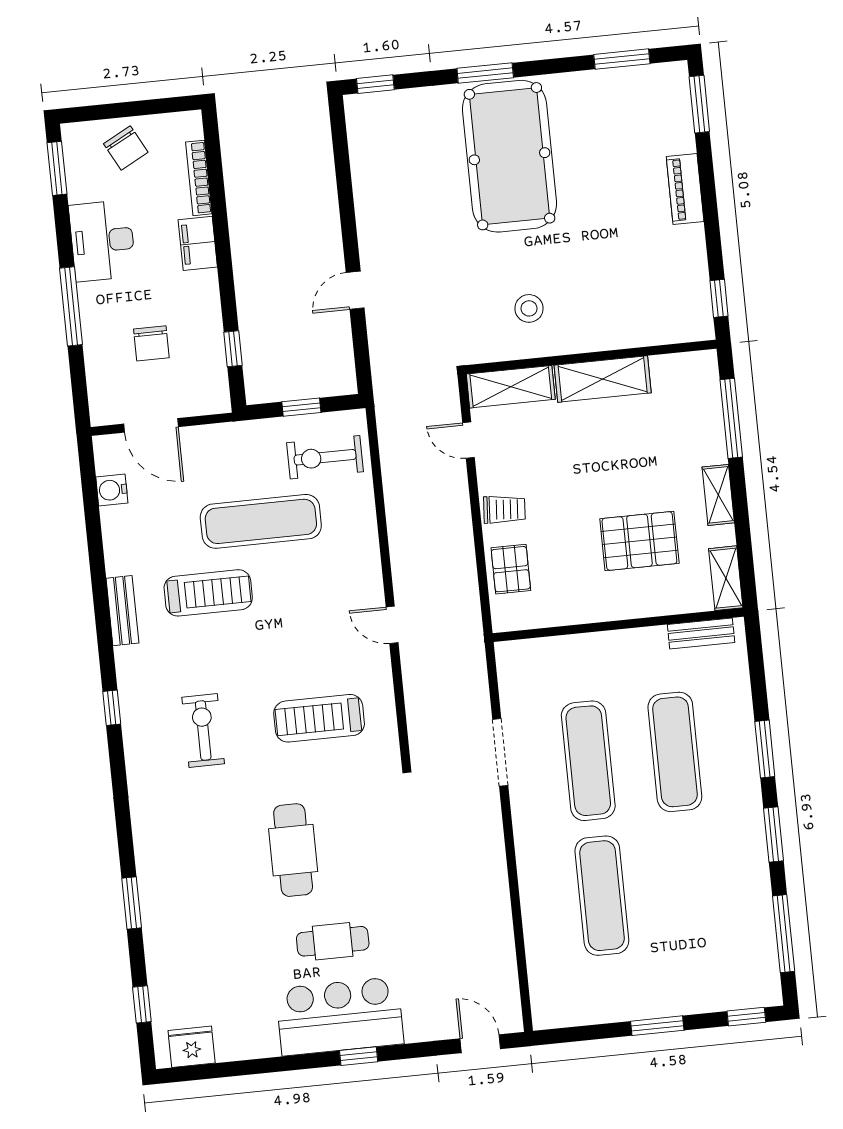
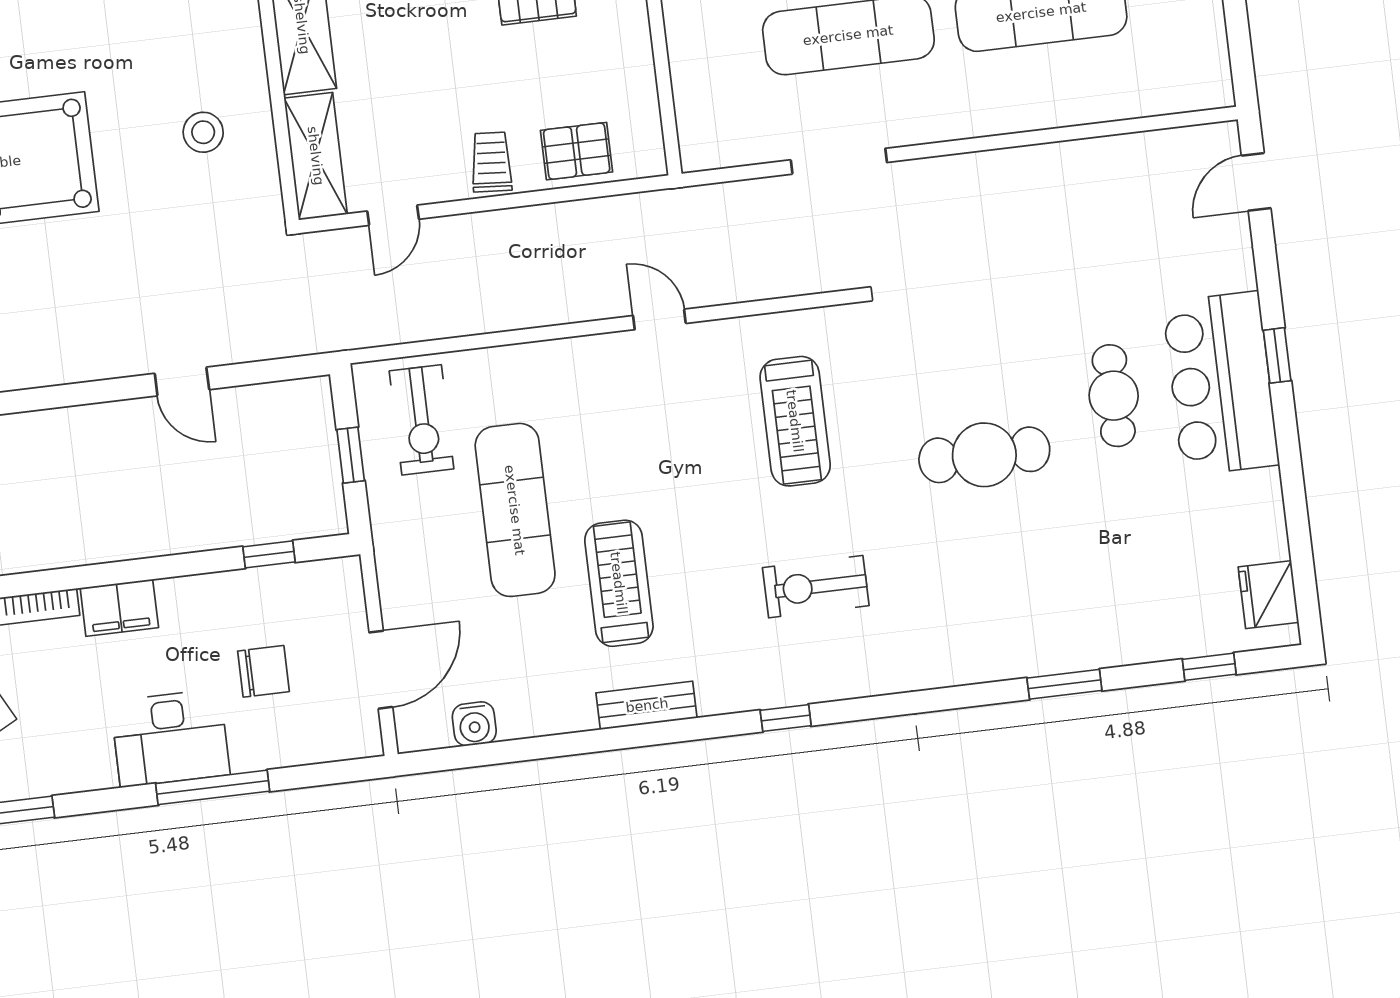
desk: (102, 241) -> (170, 738), moved
door: (392, 625) -> (659, 319), swing flipped

